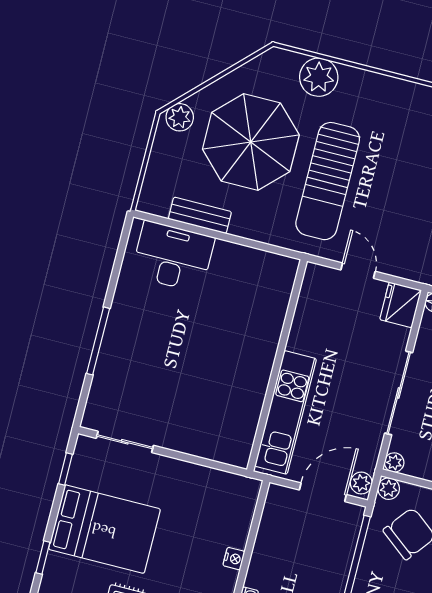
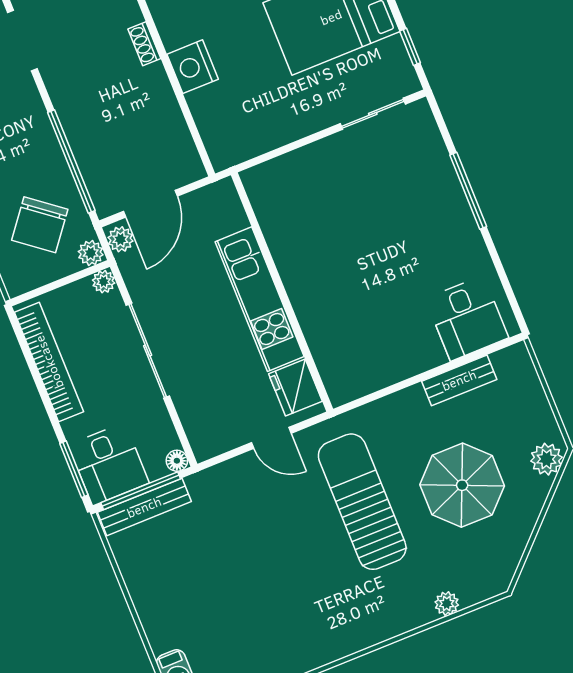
plant: (319, 77) -> (447, 604), width x0.53, depth x0.53
parasol: (251, 142) -> (462, 485), width x0.73, depth x0.73
desk: (173, 257) -> (467, 318), width x0.73
fridge: (401, 305) -> (295, 388), moved, turned 180
kitchen unit: (286, 412) -> (260, 299), moved
nightstand: (234, 559) -> (193, 67), width x1.89, depth x1.79

